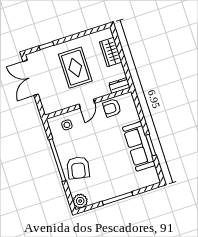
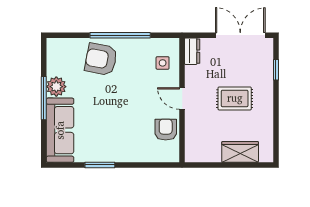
rug: (75, 68) -> (235, 98), width x0.73, depth x0.70
dresser: (119, 85) -> (192, 51), moved
sofa: (139, 146) -> (60, 130), moved, turned 90
plant: (80, 201) -> (56, 87), moved

